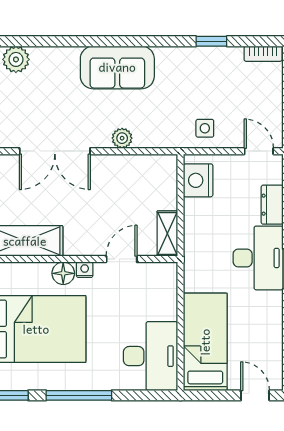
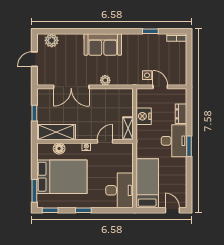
door: (259, 151) -> (160, 87), moved
nightstand: (198, 180) -> (144, 116), moved
floor lamp: (63, 273) -> (59, 149), moved
window: (79, 395) -> (83, 210), width x0.46

